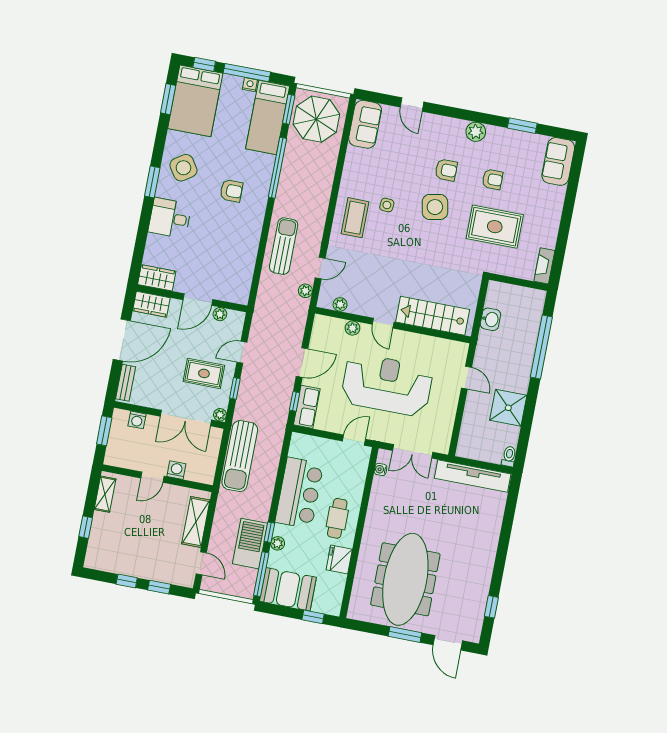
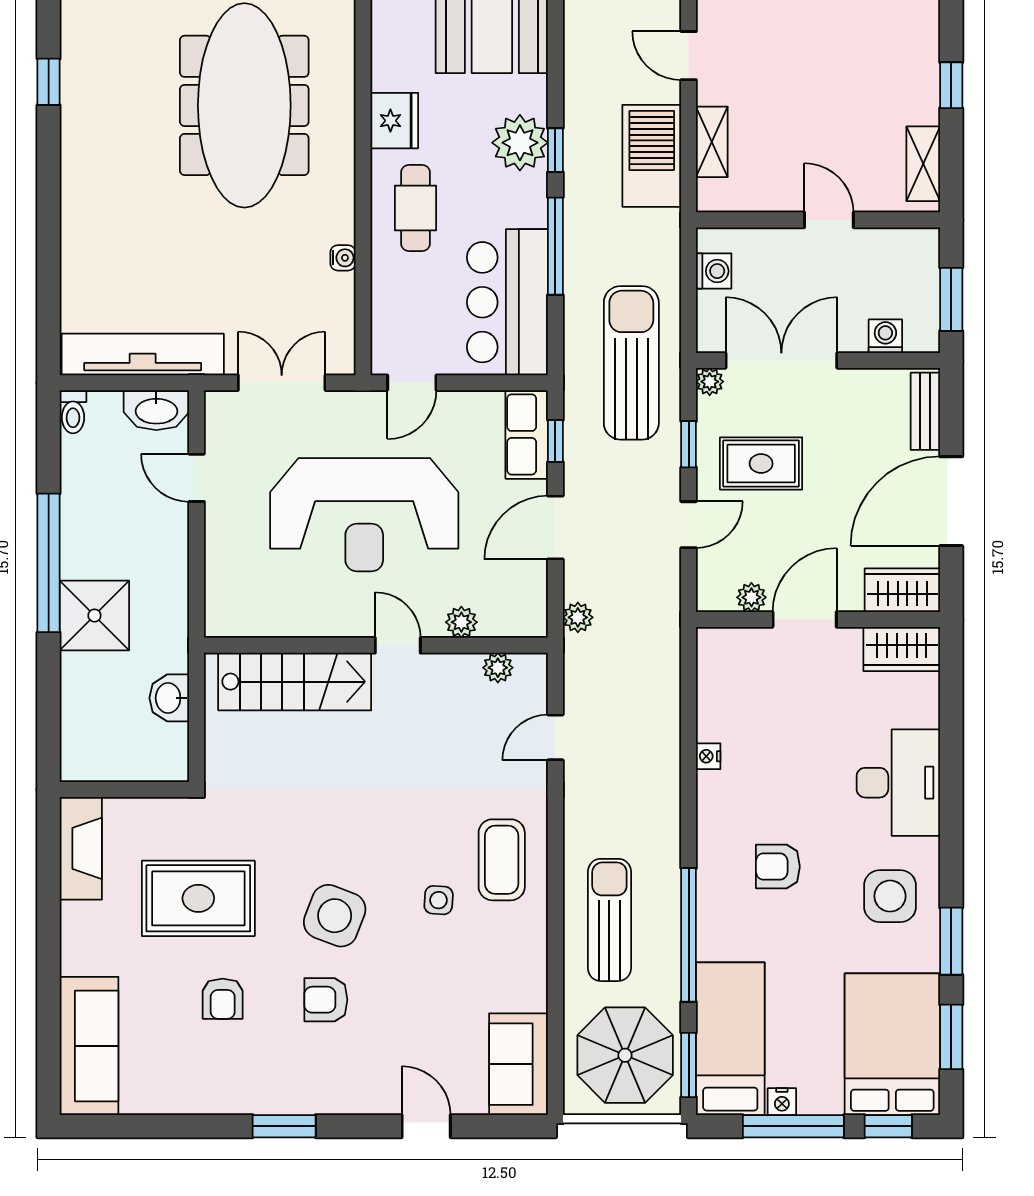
window: (522, 126) -> (284, 1126), moved
plant: (476, 132) -> (278, 1094), removed
sofa: (558, 161) -> (89, 1046), width x1.36
side table: (183, 168) -> (890, 896), turned 34
armchair: (492, 179) -> (223, 999), turned -90
window: (152, 182) -> (951, 941), moved
side table: (435, 207) -> (335, 916), turned 32
desk: (170, 218) -> (898, 783), width x1.37
nightstand: (253, 246) -> (708, 756), added
sun lounger: (284, 246) -> (609, 920), moved, turned 180
fireplace: (544, 266) -> (81, 848), width x1.37, depth x1.32
plant: (305, 291) -> (578, 617), moved
window: (541, 347) -> (49, 563), moved
door: (466, 378) -> (197, 478), moved
shower: (508, 408) -> (94, 616), moved
washbasin: (471, 450) -> (156, 410), added
sun lounger: (240, 456) -> (631, 363), moved
water cooler: (381, 469) -> (343, 258), moved
washing machine: (176, 470) -> (714, 271), moved, turned -90
door: (152, 477) -> (829, 220), hinge flipped
bar counter: (299, 493) -> (507, 302), moved
shelving: (196, 522) -> (712, 142), width x0.67, depth x0.75
plant: (278, 543) -> (520, 143), width x1.87, depth x1.87
barbecue: (250, 544) -> (652, 156), moved, turned 180
window: (261, 574) -> (555, 246), moved

